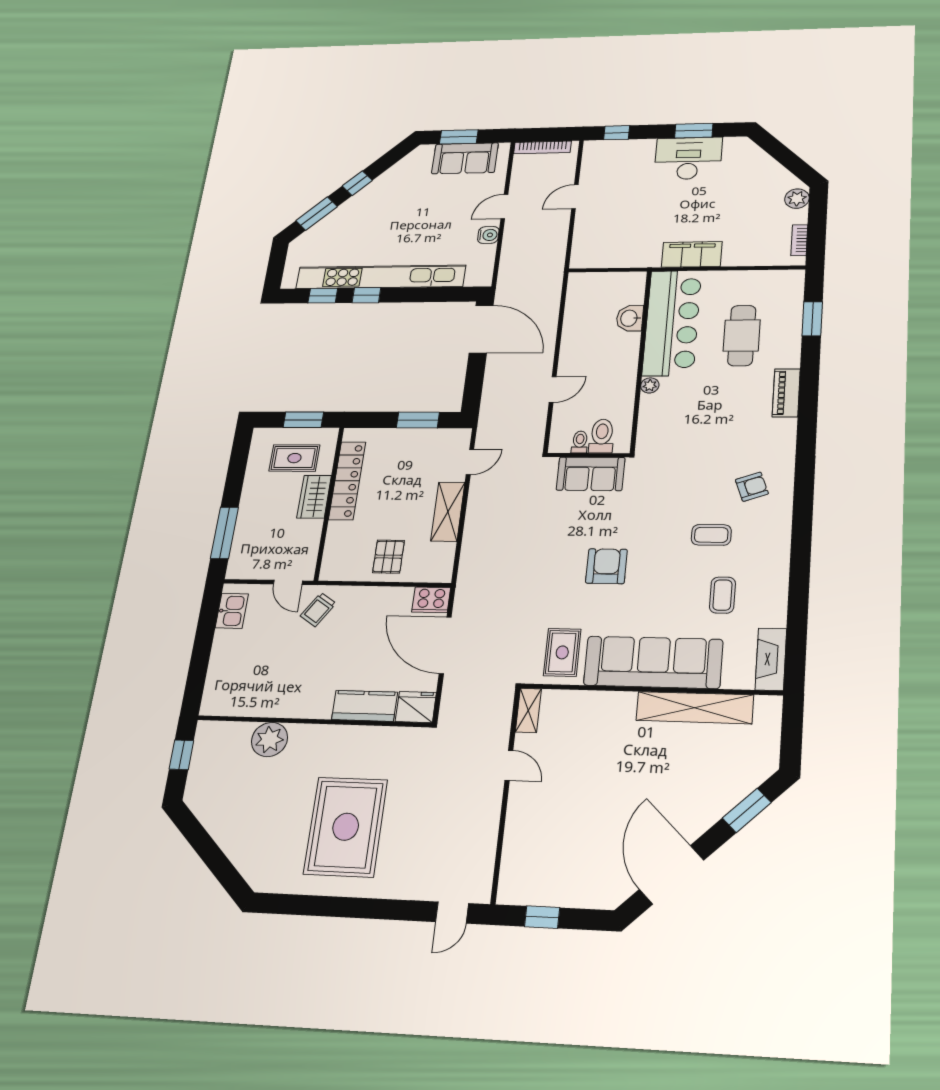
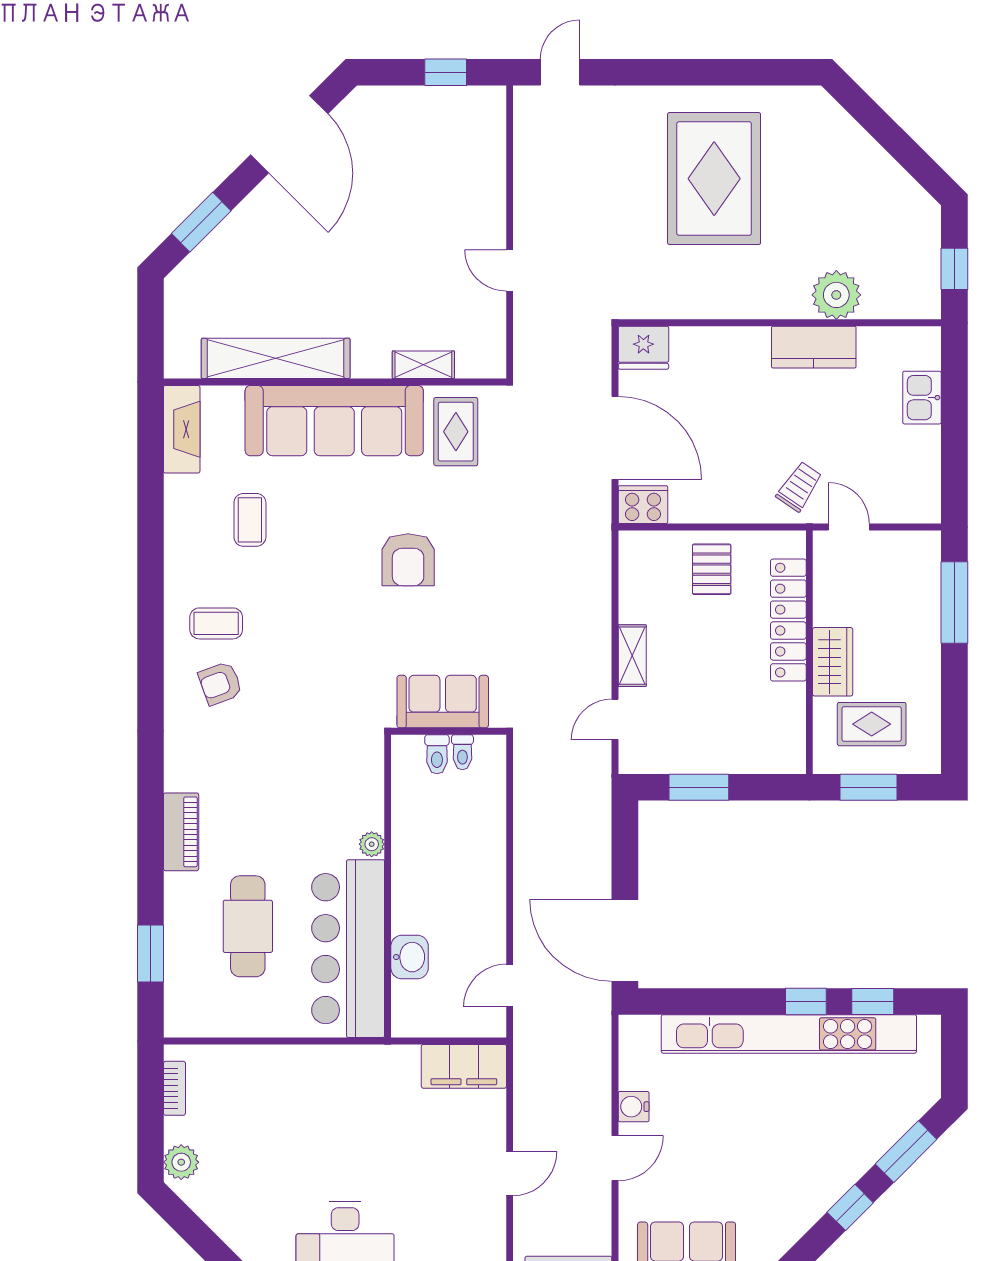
filing cabinet: (692, 254) -> (464, 1066), moved
door: (553, 389) -> (510, 986), moved
toilet: (602, 436) -> (437, 754), width x0.73, depth x0.72
locker: (347, 481) -> (788, 620), moved
shelving: (448, 512) -> (632, 656), width x0.67, depth x0.75
coffee table: (711, 535) -> (216, 623), moved
kitchen sink: (232, 611) -> (922, 398), moved
kitchen counter: (365, 706) -> (814, 347), moved
shelving: (528, 710) -> (423, 365), moved, turned 90

